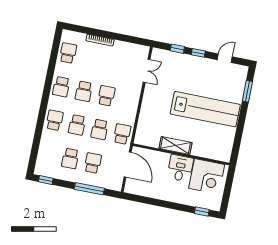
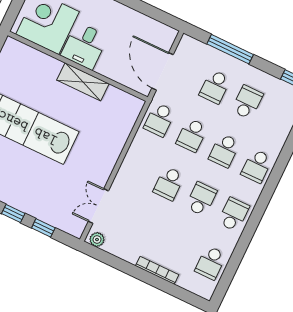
plant: (142, 50) -> (97, 240), added
school desk: (77, 125) -> (224, 151), turned 180
school desk: (100, 129) -> (192, 135), turned 180

